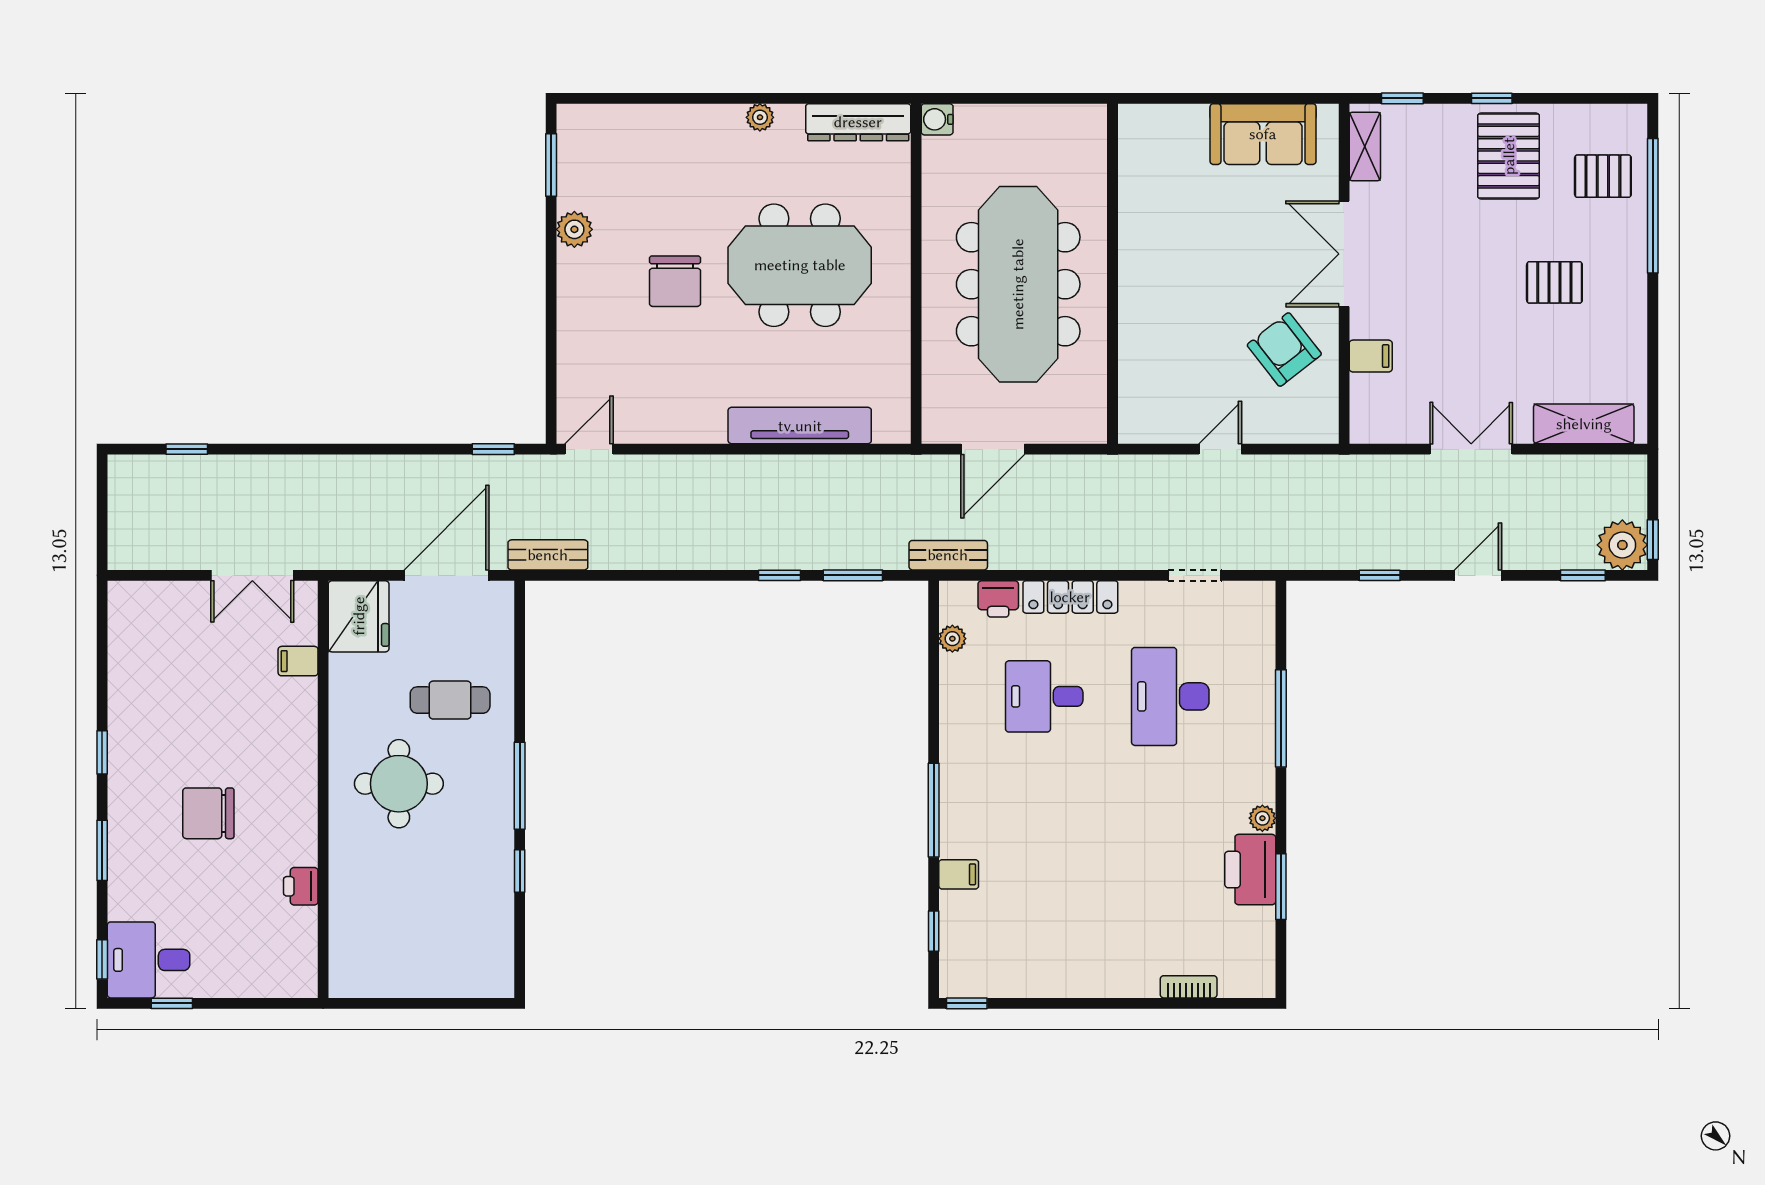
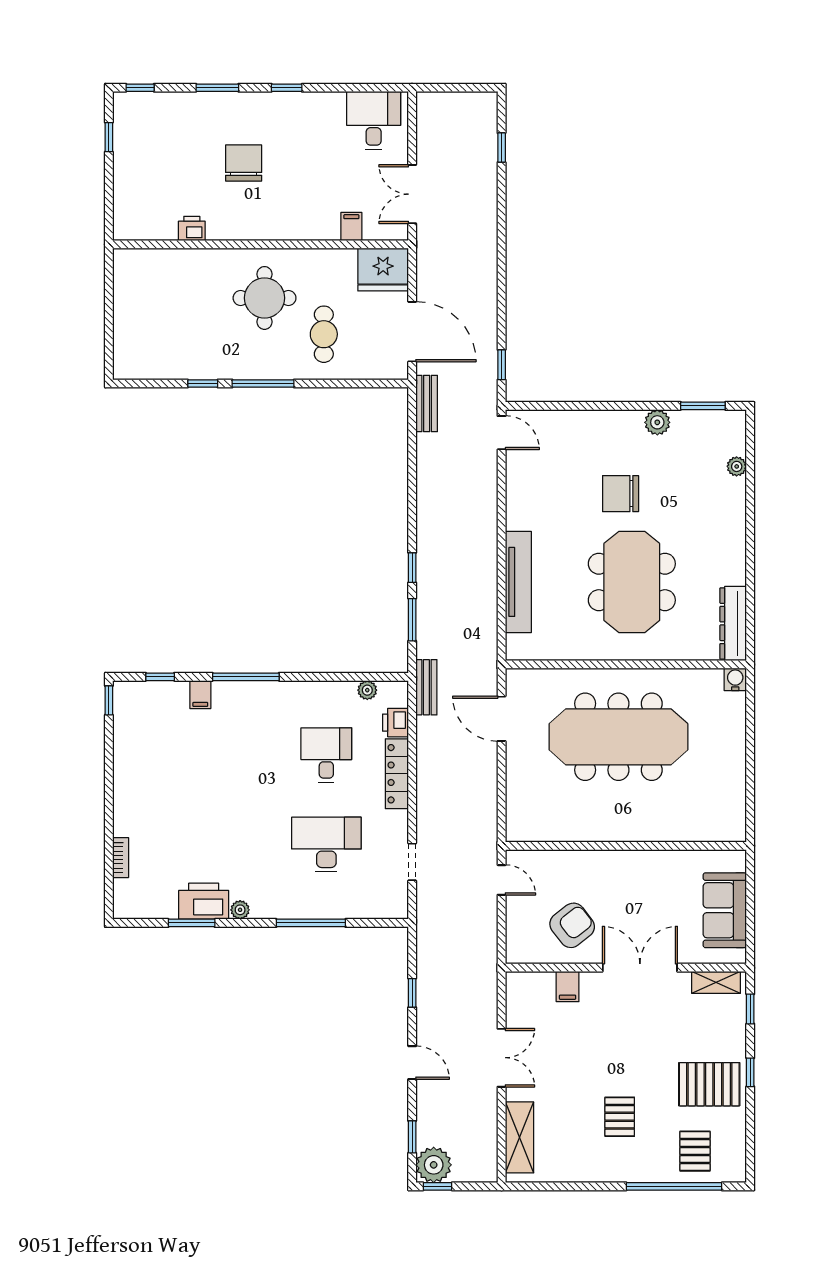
plant: (760, 117) -> (737, 466), moved
wall: (1112, 274) -> (626, 846), moved
desk: (149, 960) -> (374, 121), moved

